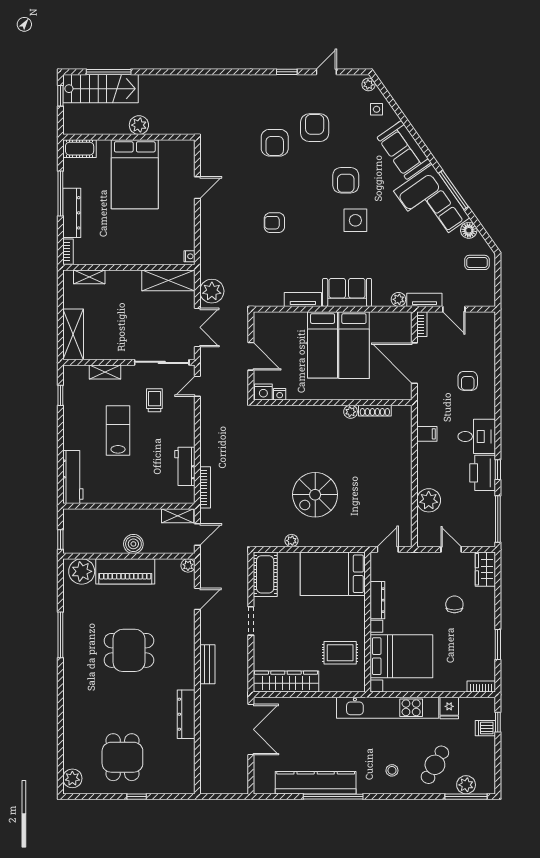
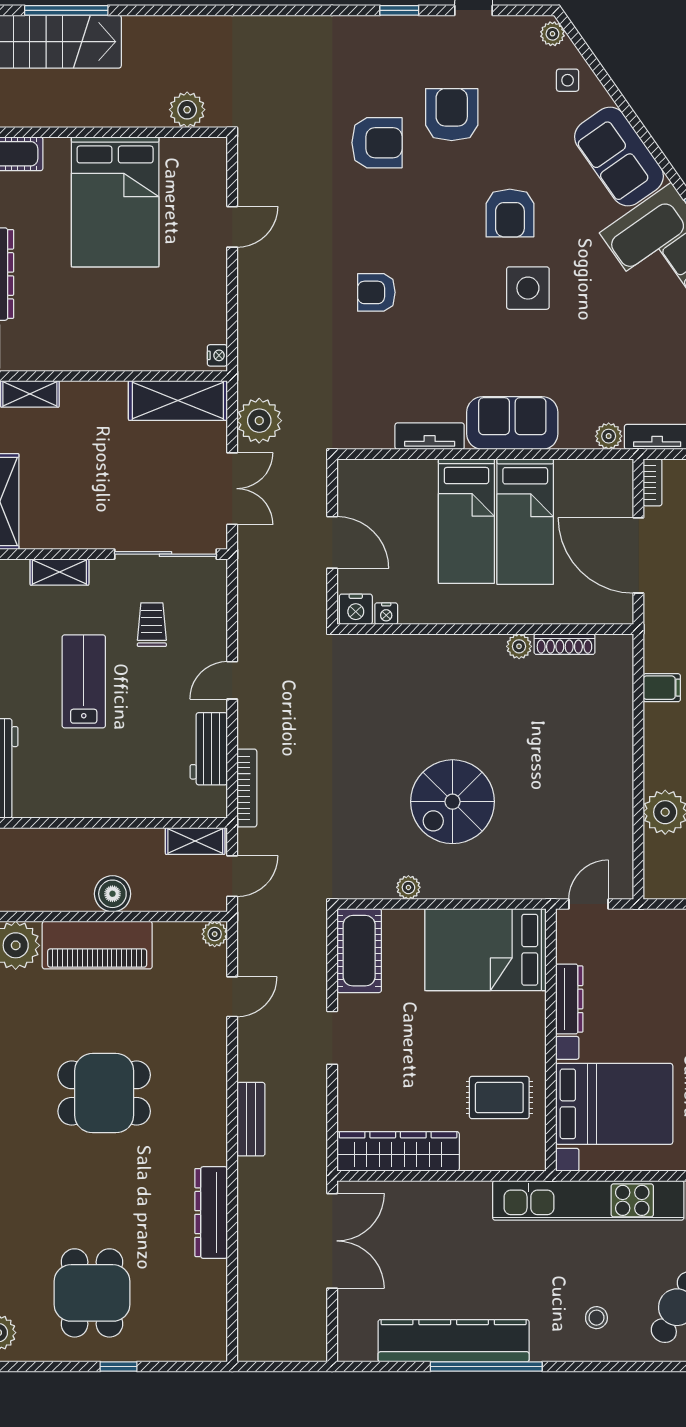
plant: (139, 125) -> (187, 110), moved
armchair: (275, 143) -> (377, 143), turned -90
door: (197, 386) -> (232, 680), moved

